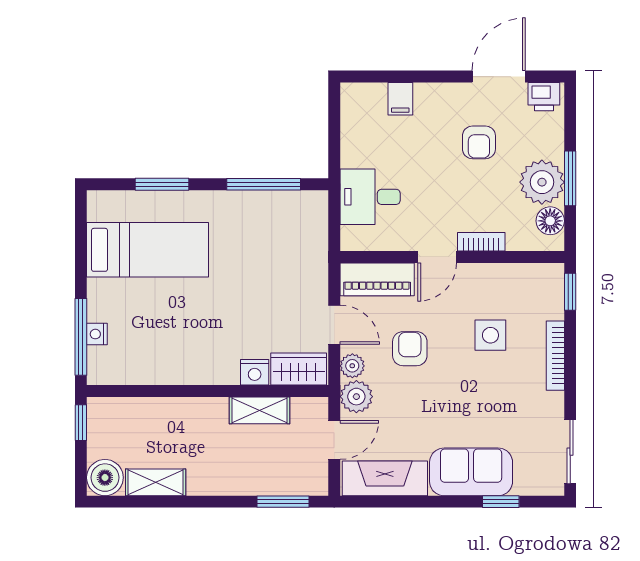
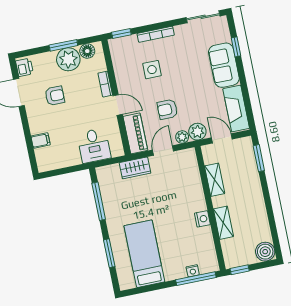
wardrobe: (299, 369) -> (135, 168), moved, turned -90
nightstand: (255, 372) -> (202, 219), moved
shelving: (156, 482) -> (223, 223), moved

